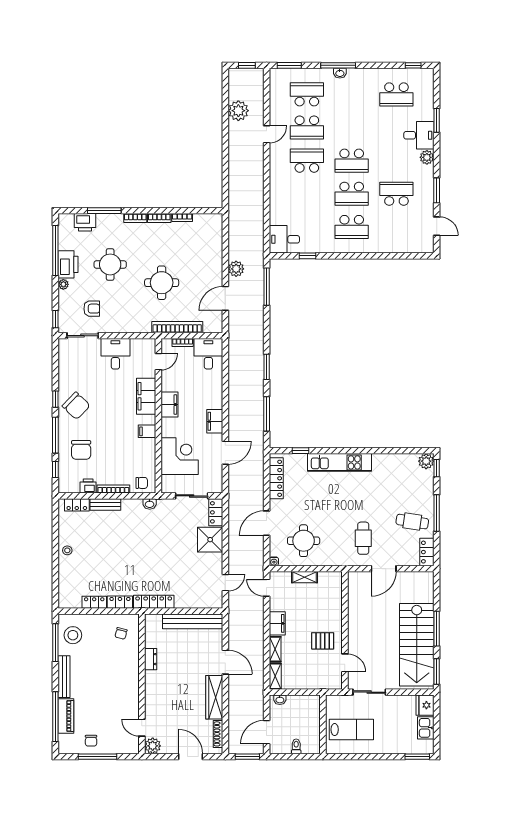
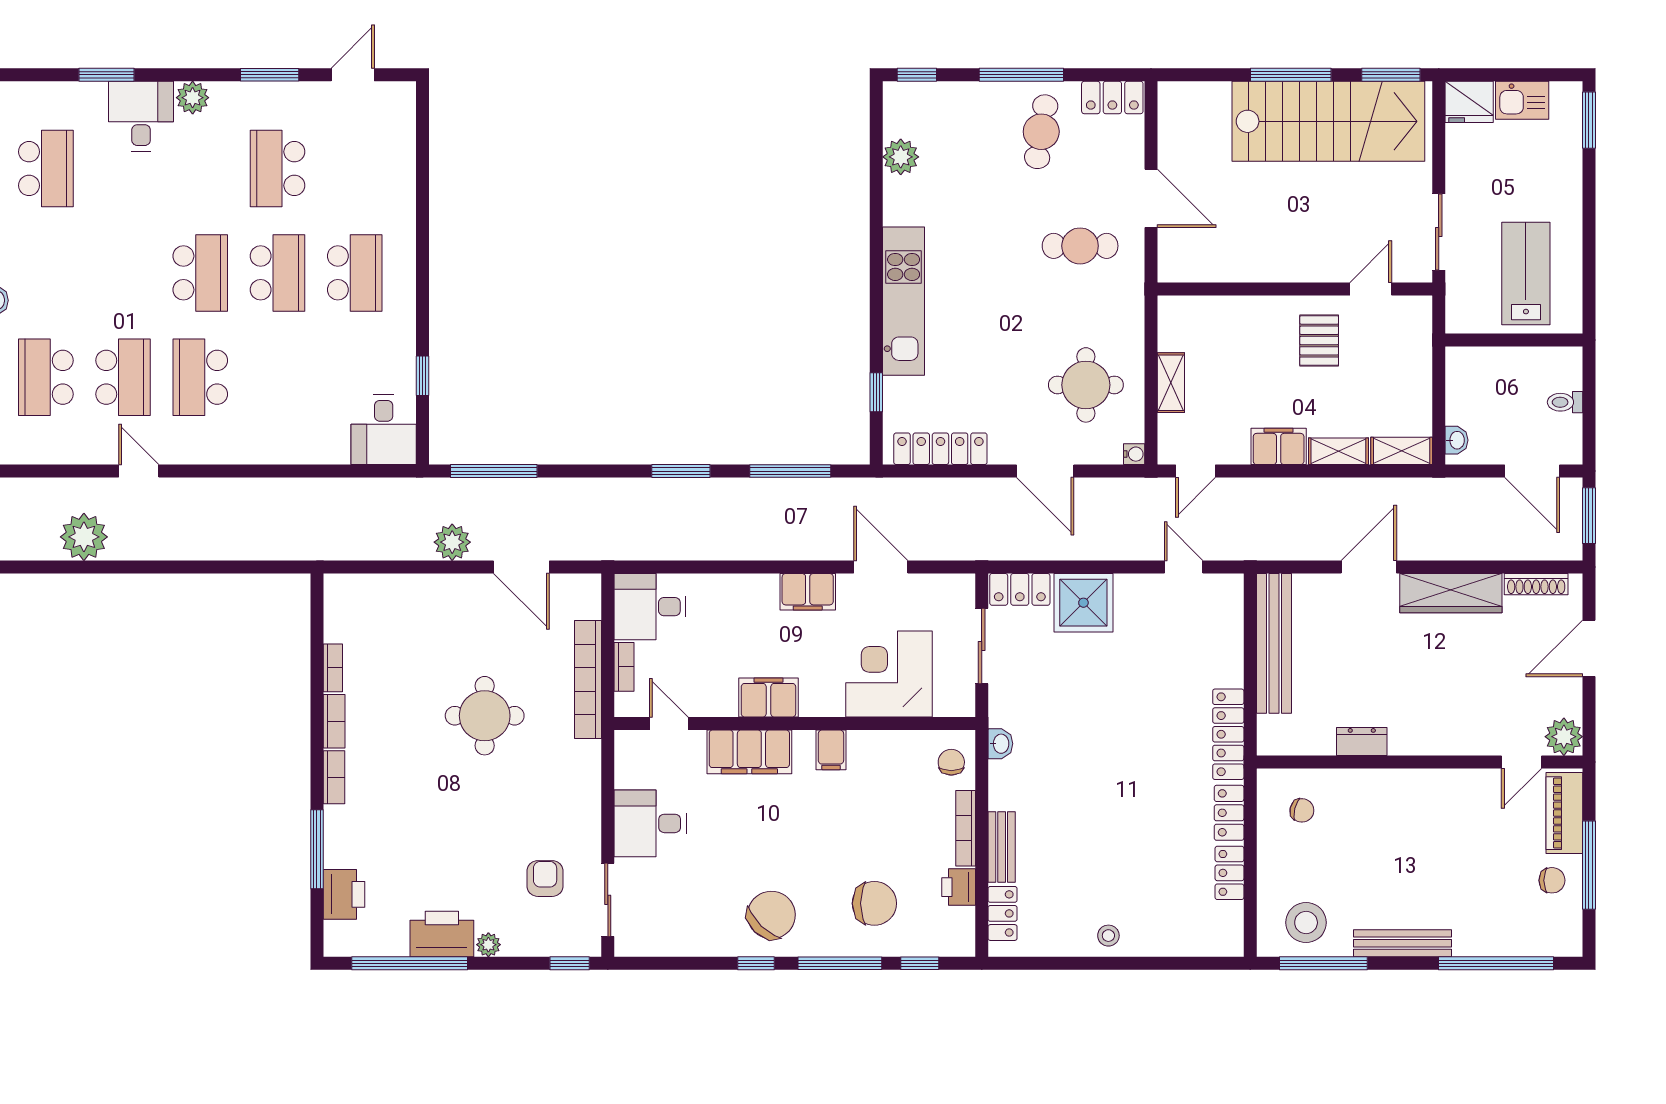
round table: (110, 264) -> (442, 836), removed
plant: (426, 461) -> (901, 157), moved
piano: (66, 716) -> (1564, 813), moved, turned -90

